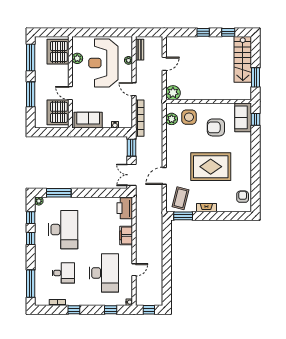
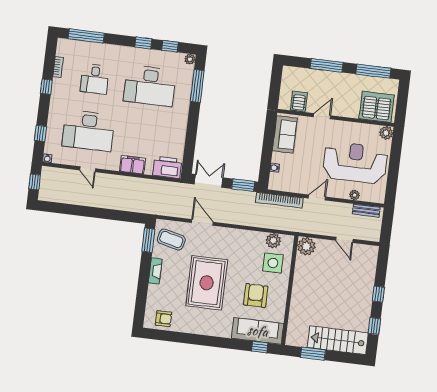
plant: (77, 58) -> (386, 133), moved
server rack: (58, 112) -> (299, 102), width x0.46, depth x0.70
sofa: (243, 117) -> (258, 331), width x1.36

